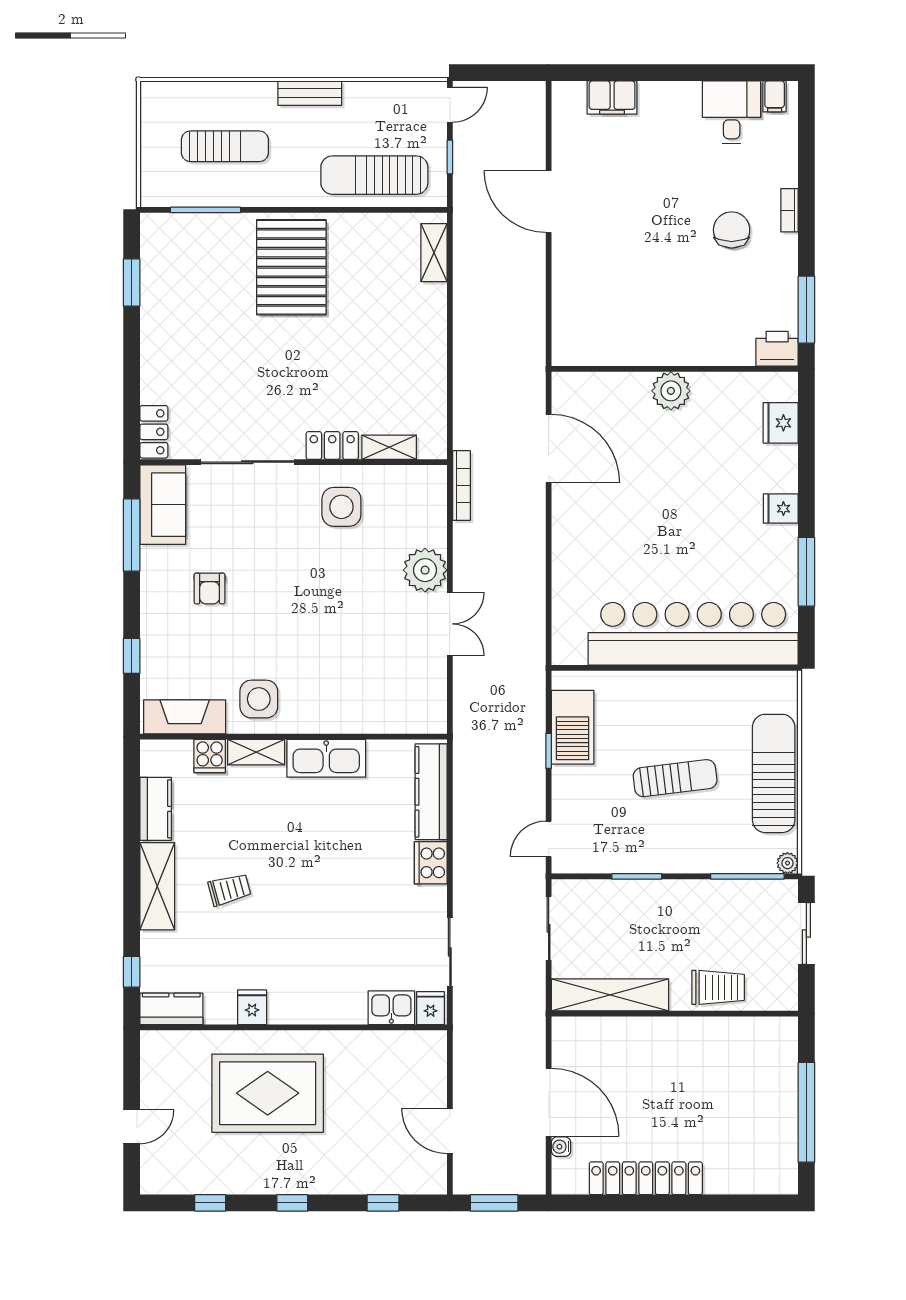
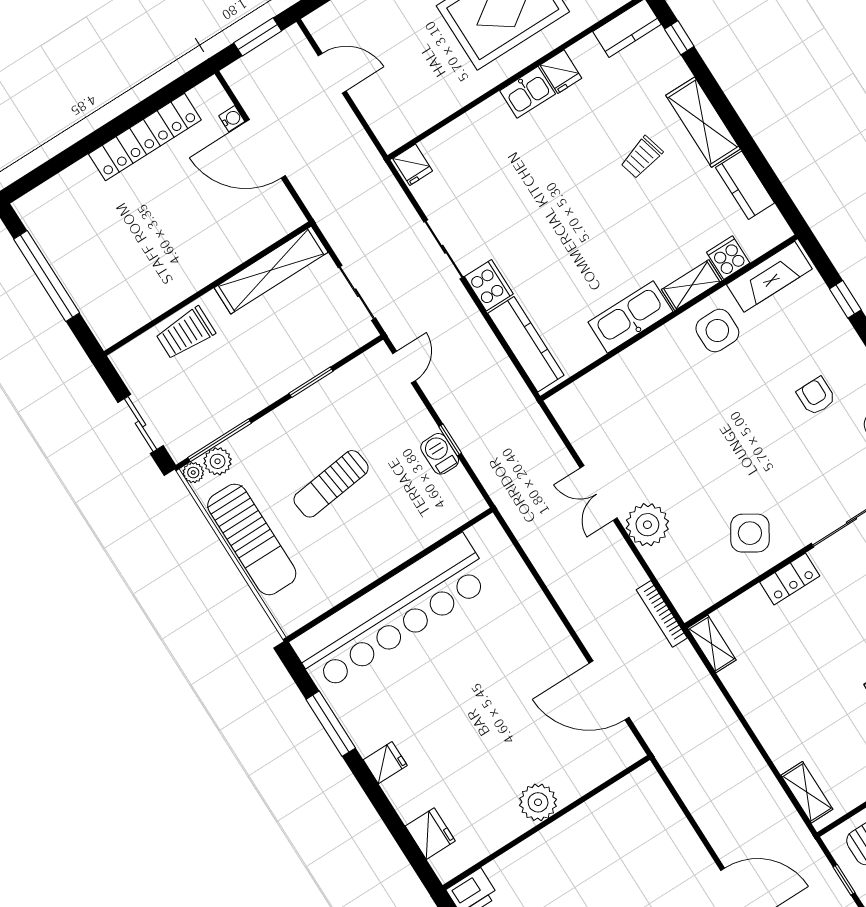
shelving: (389, 447) -> (712, 644), moved, turned 90
side table: (341, 507) -> (750, 533), turned 32
barbecue: (573, 727) -> (440, 454), width x0.53, depth x0.65
plant: (760, 859) -> (218, 461), added
sliding door: (450, 952) -> (444, 249), moved
kitchen sink: (391, 1008) -> (528, 92), moved

